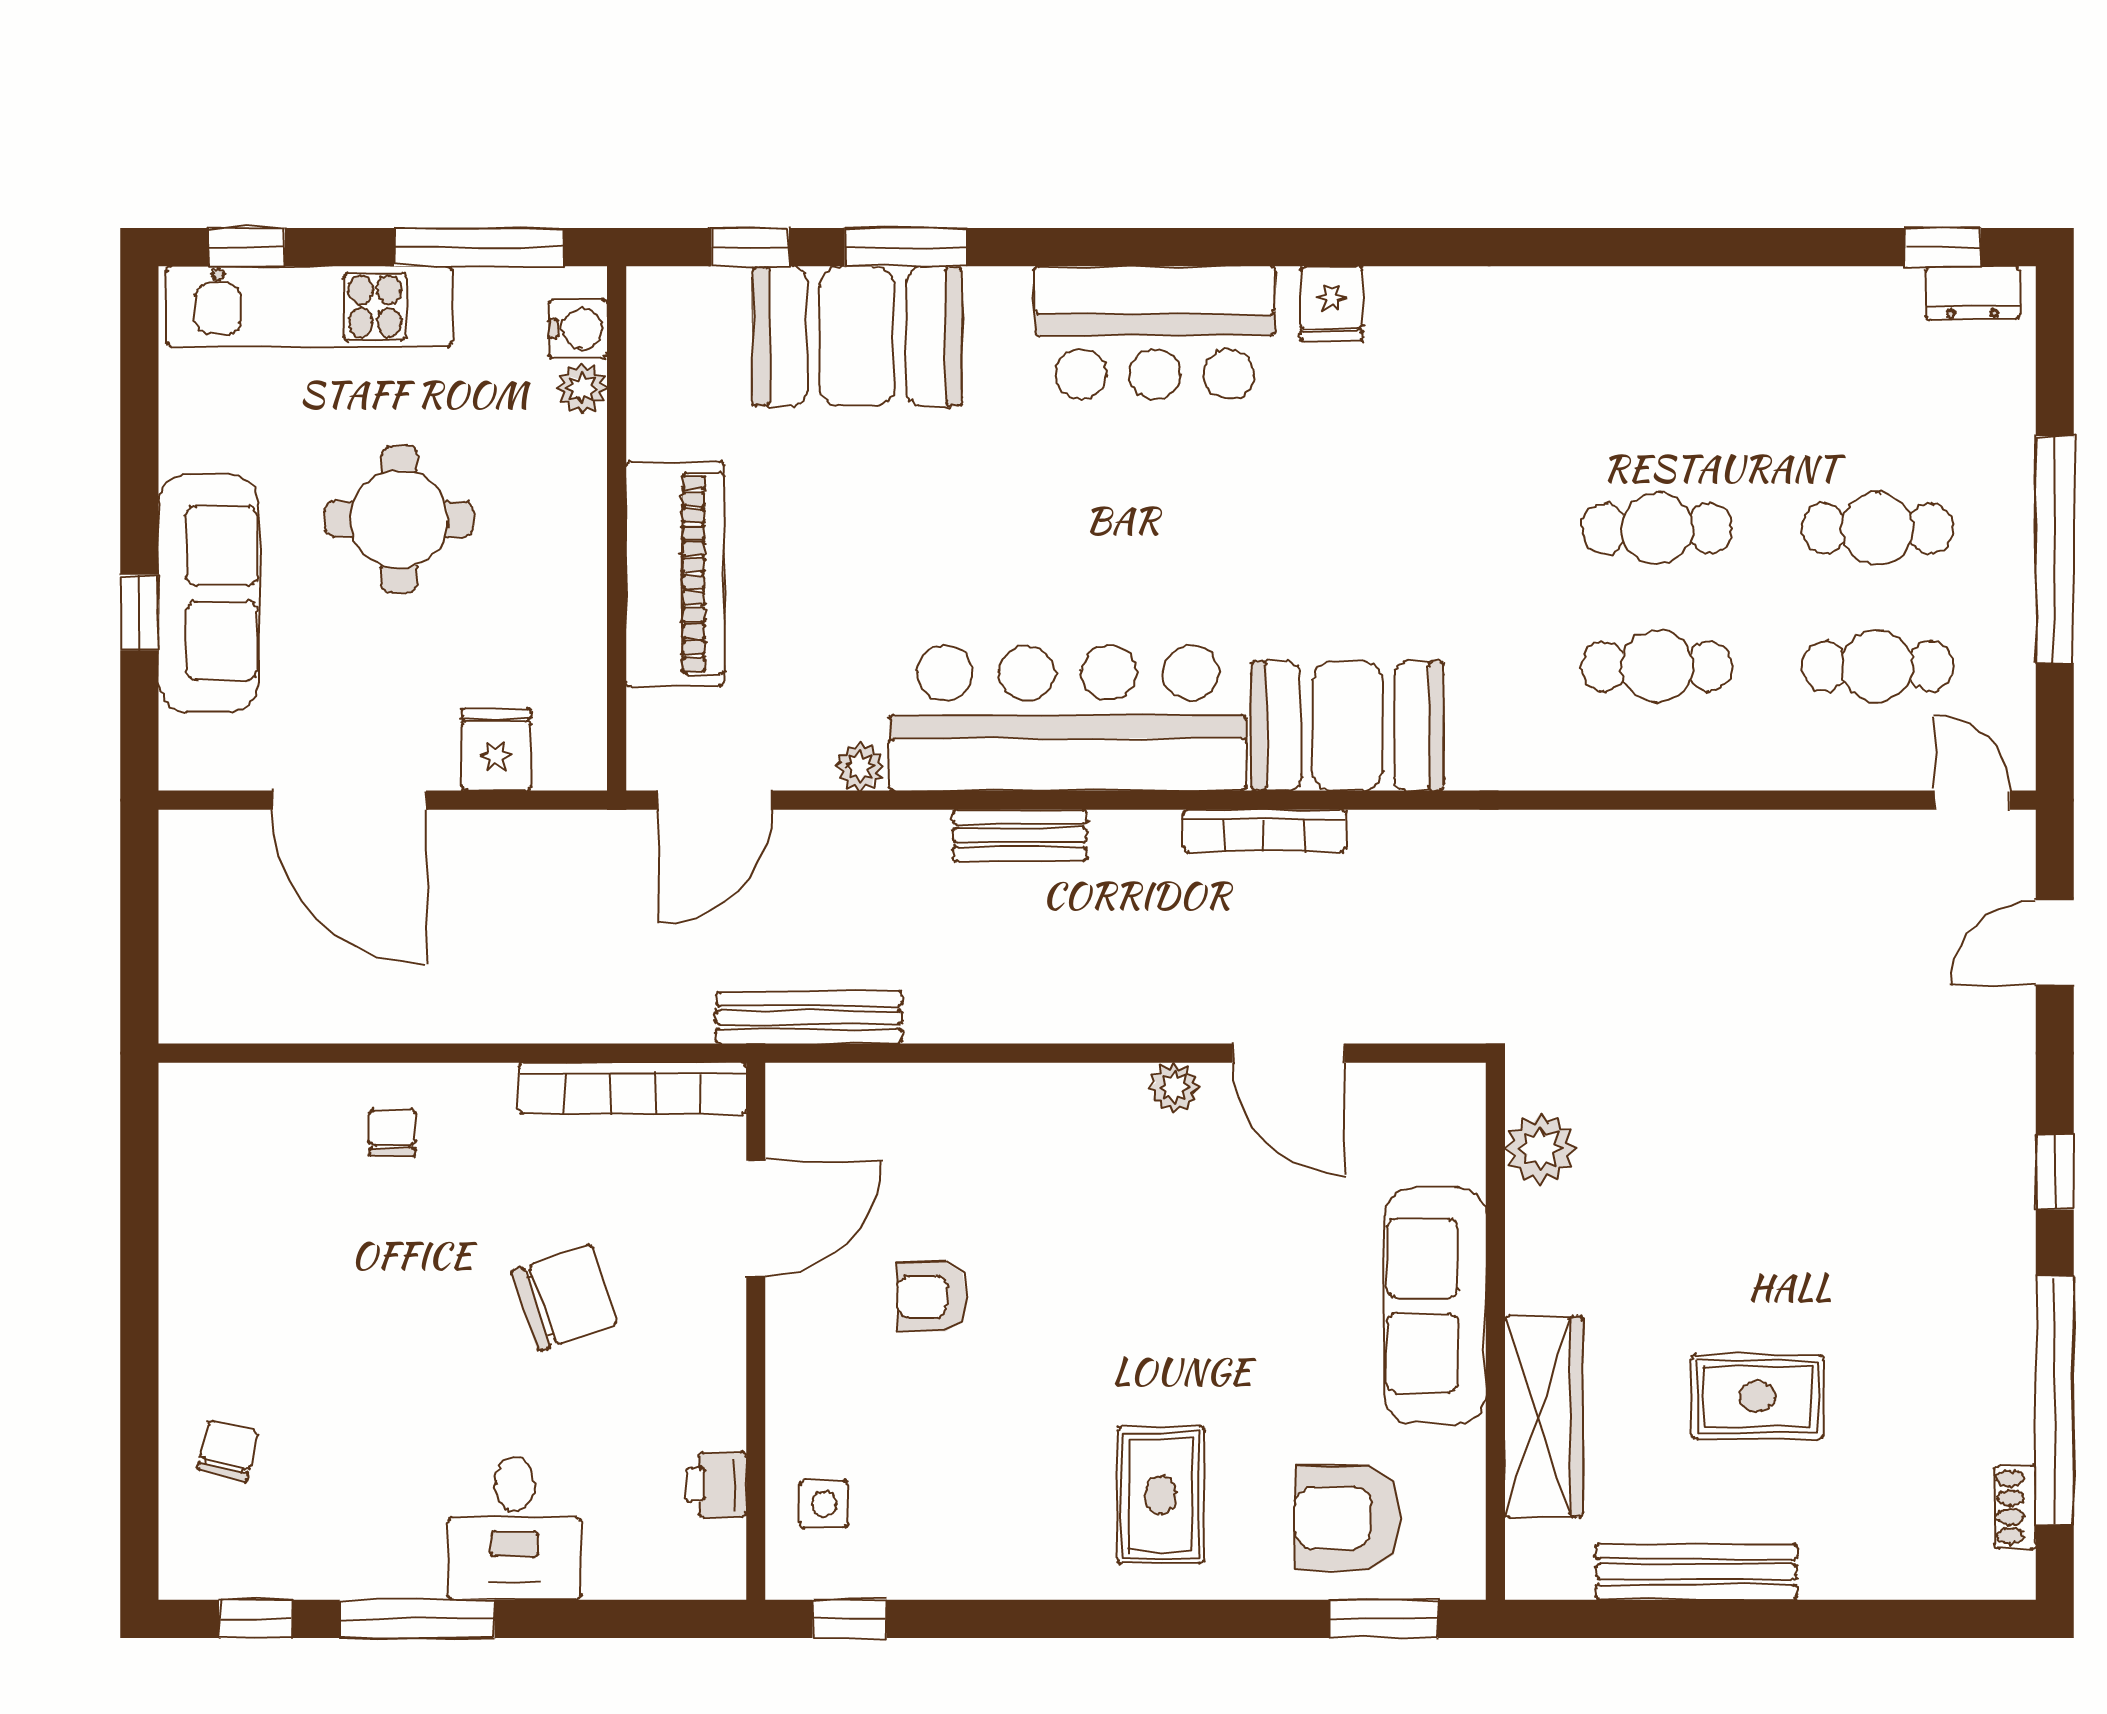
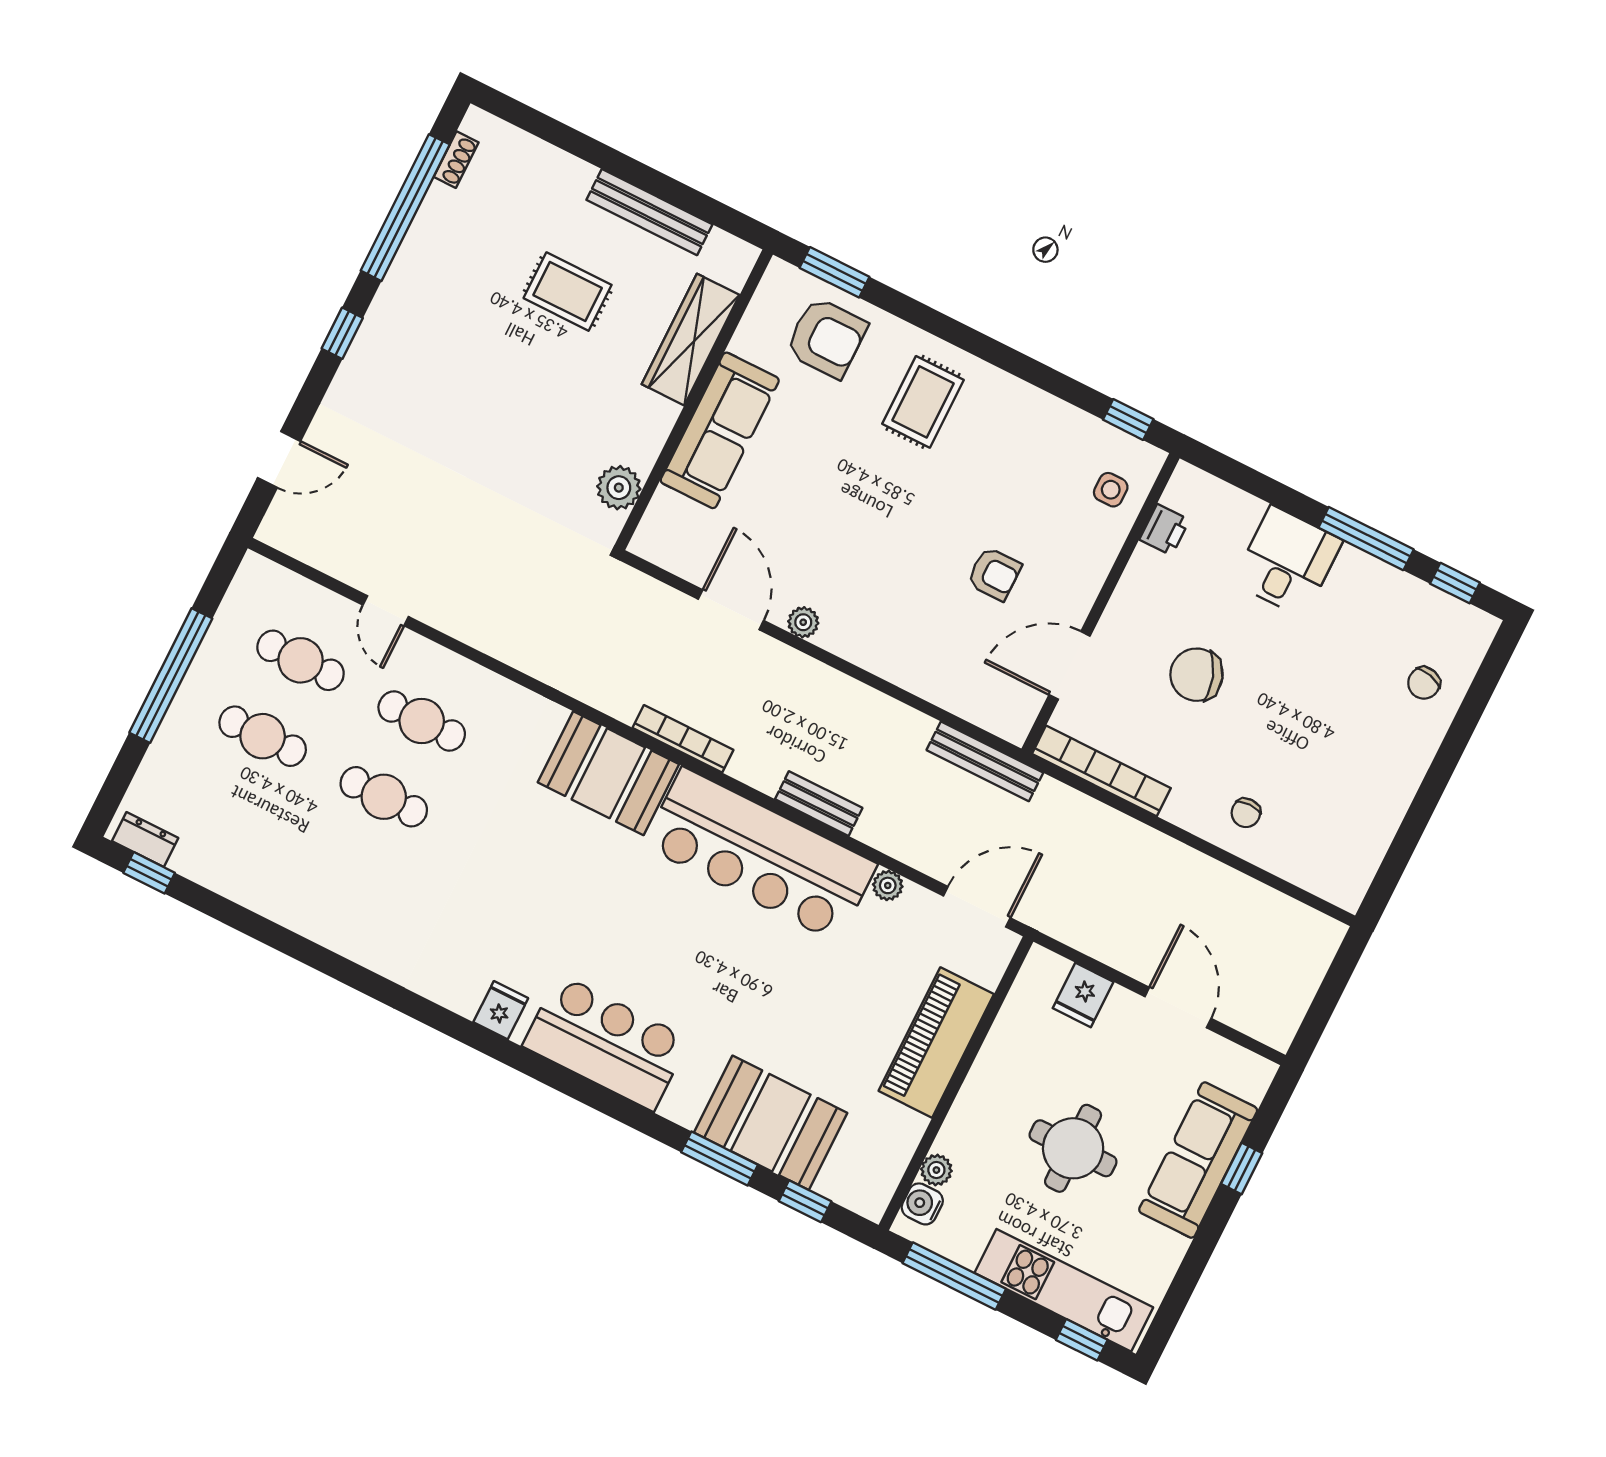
door: (349, 800) -> (1178, 1008), width x0.73
door: (1972, 800) -> (386, 611), moved

